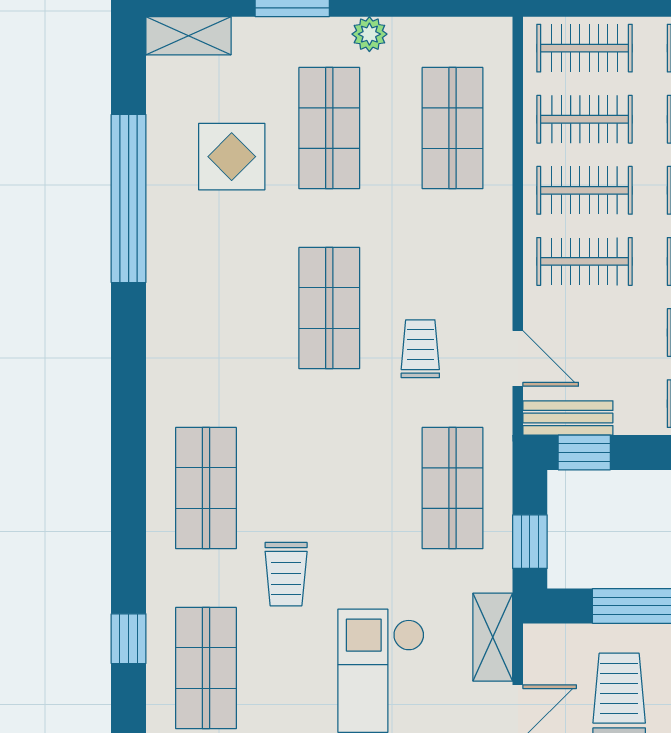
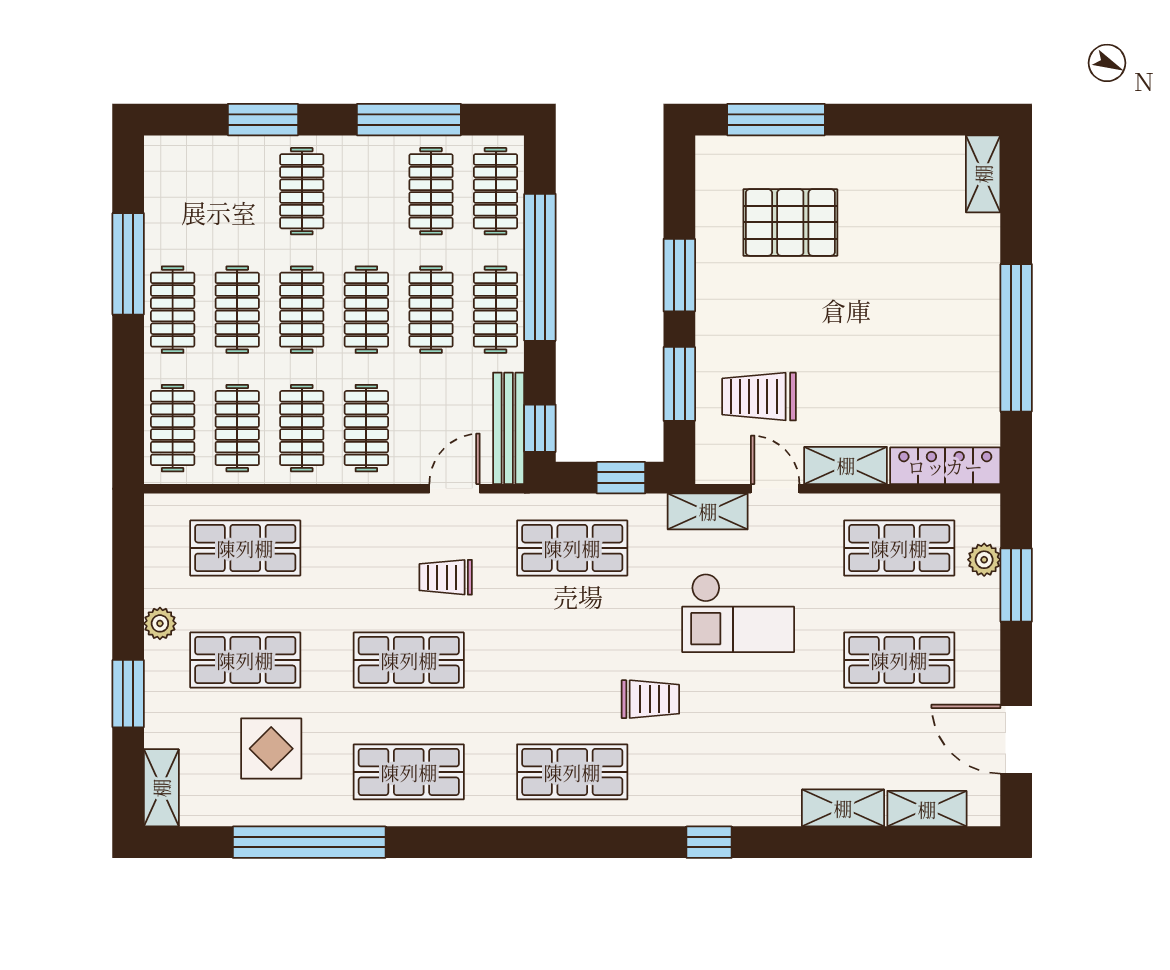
bench: (568, 418) -> (509, 428), width x1.36
shop shelf: (206, 668) -> (409, 772), moved

